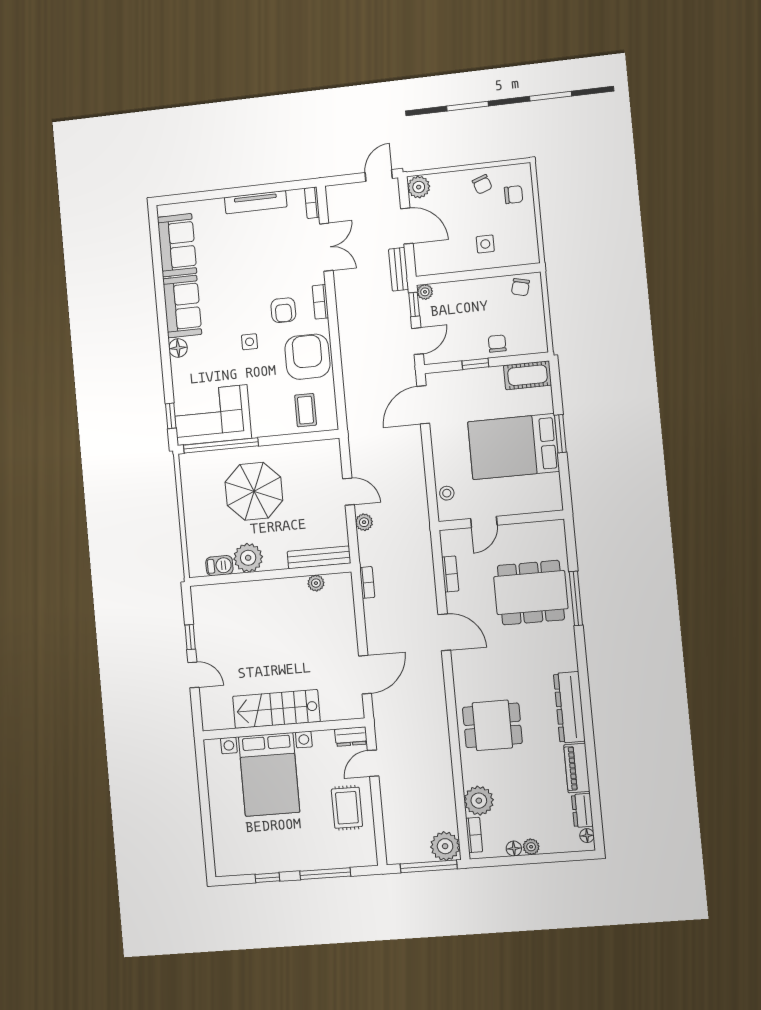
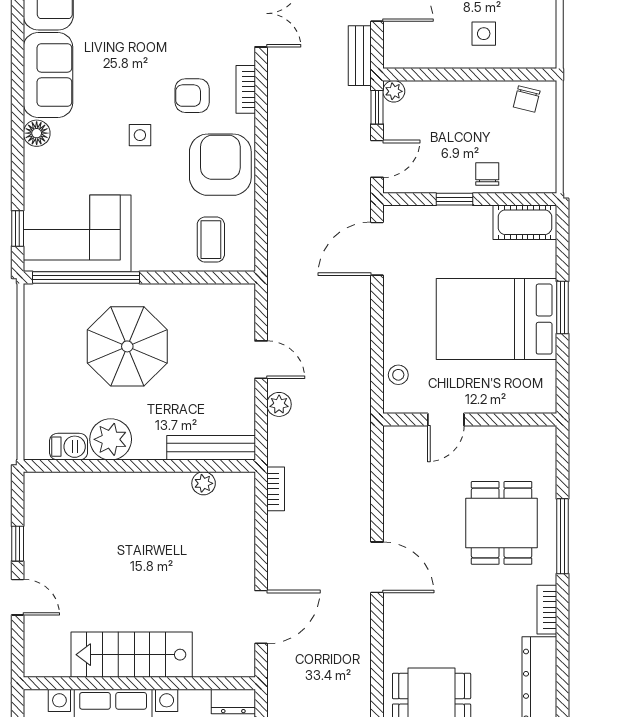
armchair: (283, 310) -> (192, 96), turned 90
bookcase: (450, 574) -> (547, 610), moved, turned 180
dining table: (531, 593) -> (502, 523), width x0.73

